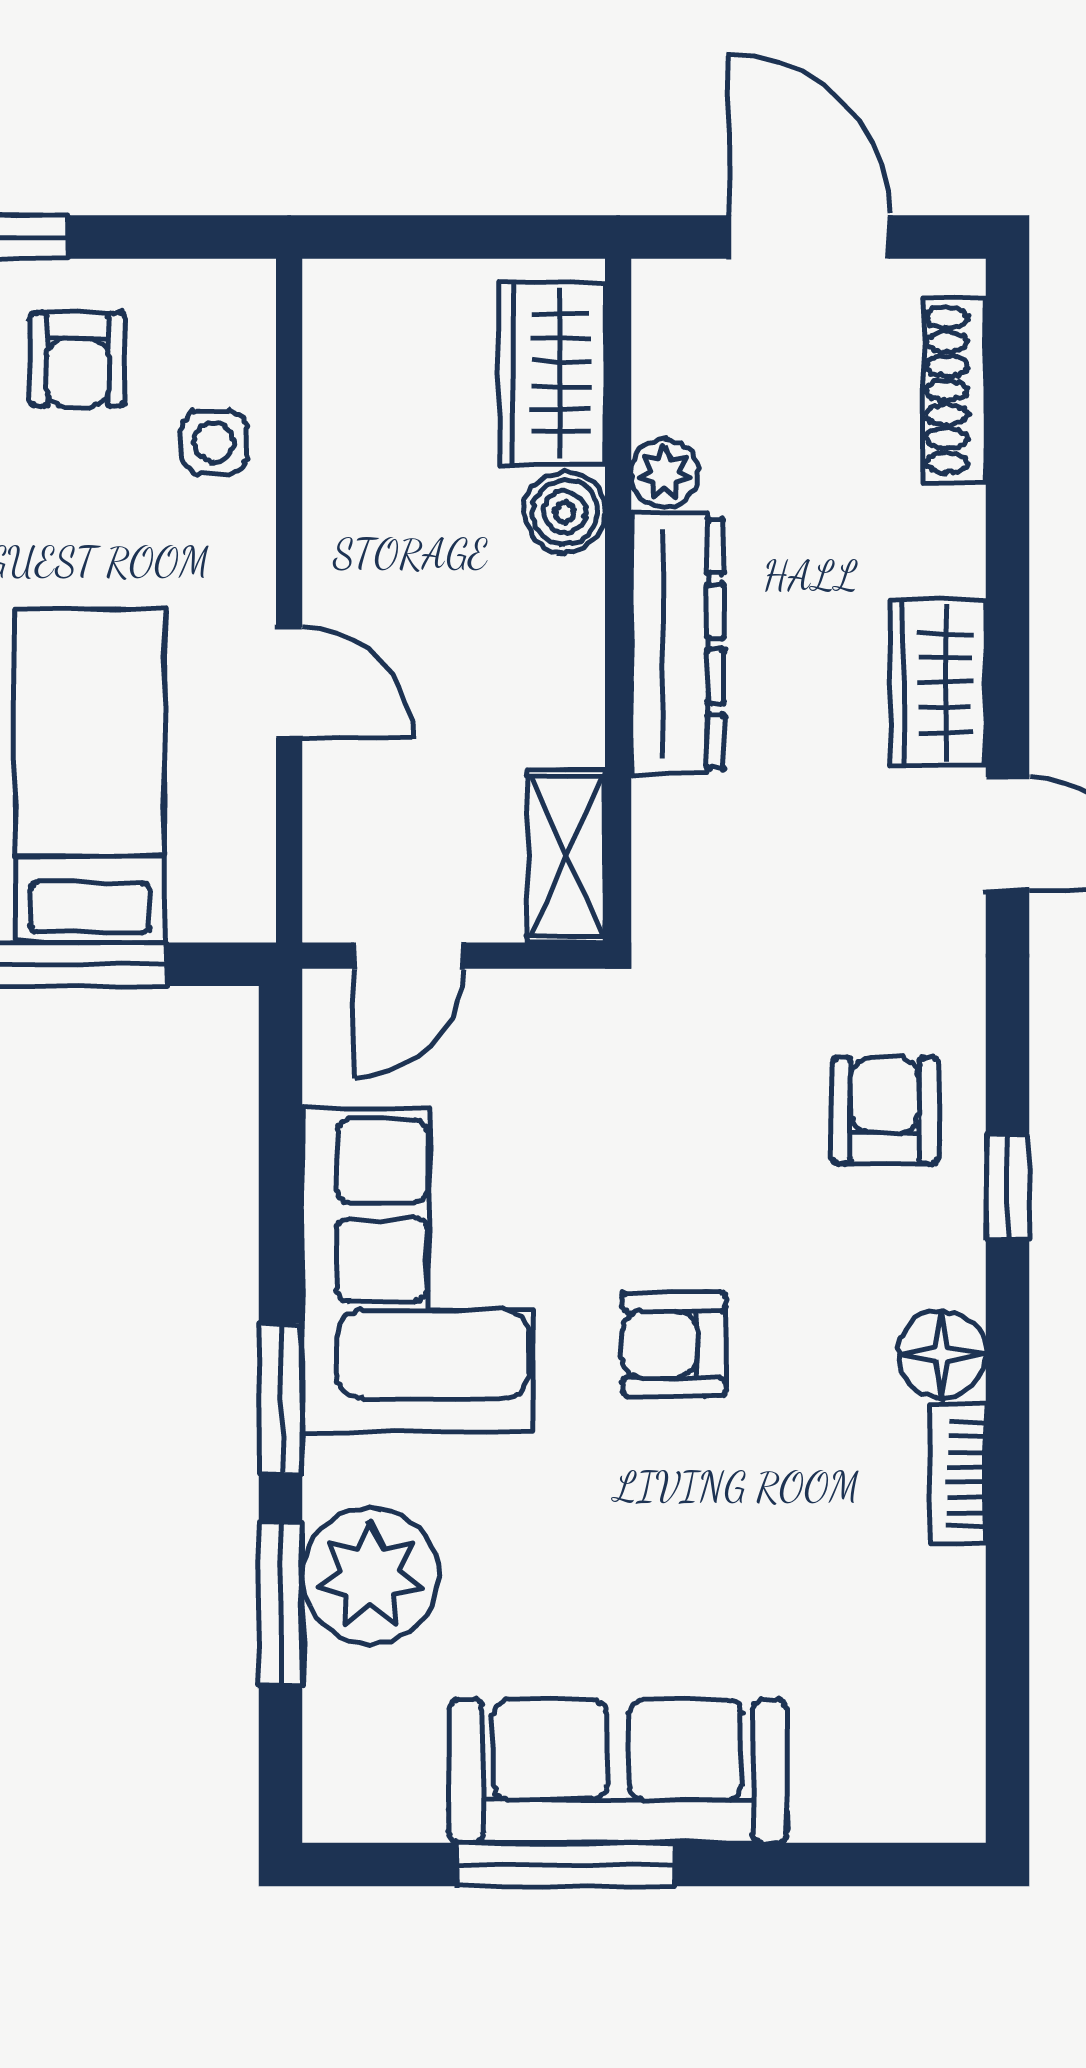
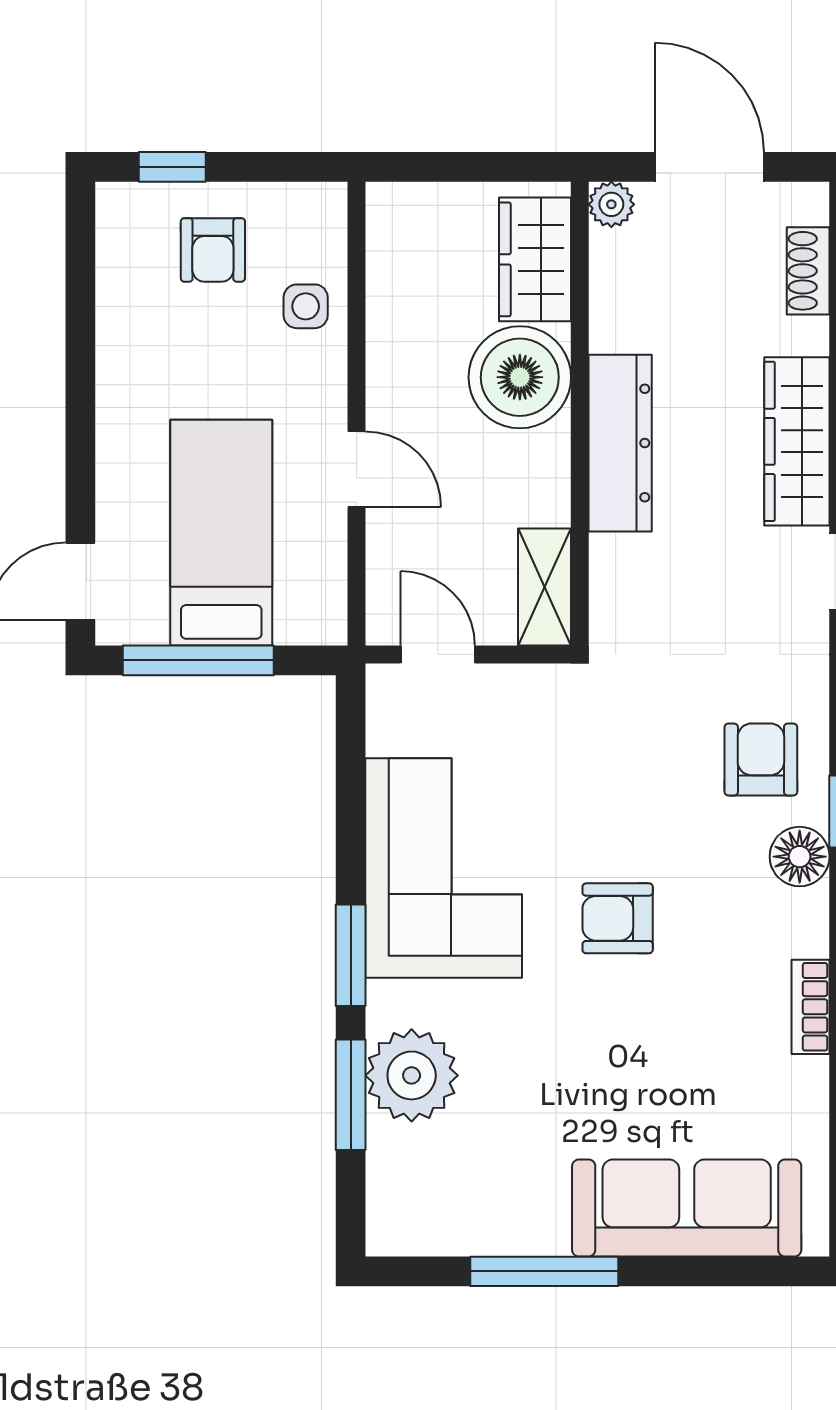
shoe rack: (955, 390) -> (808, 271), width x0.70
plant: (665, 473) -> (611, 204), moved
boiler: (565, 512) -> (520, 377), width x1.86, depth x1.86
wardrobe: (938, 683) -> (797, 441), width x1.50
door: (409, 956) -> (438, 654), swing flipped
floor lamp: (942, 1354) -> (800, 857), moved
sofa: (618, 1771) -> (687, 1208), moved

